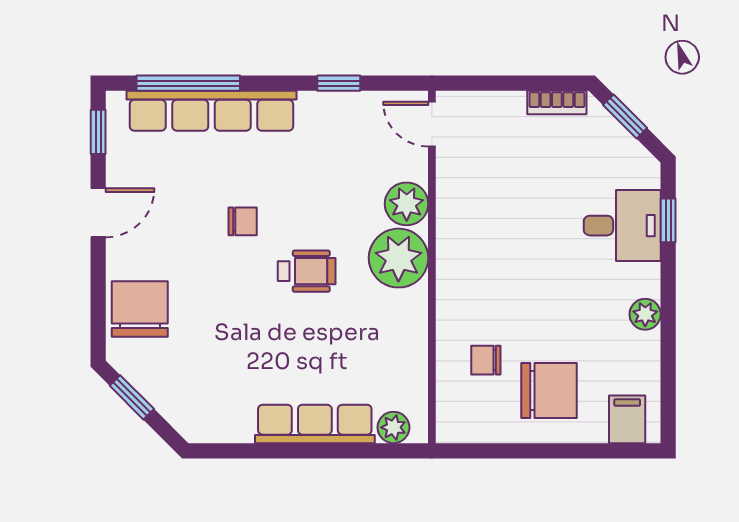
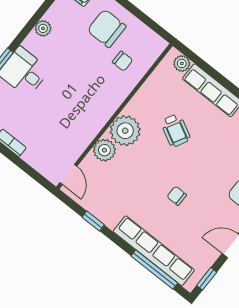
wheelchair: (307, 271) -> (176, 130), moved, turned -152

